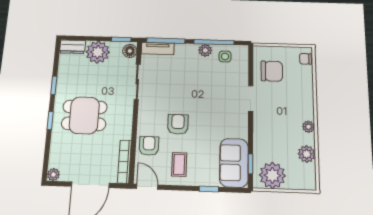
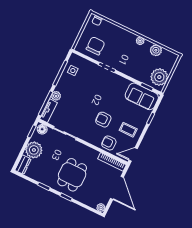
plant: (205, 50) -> (56, 96), moved

